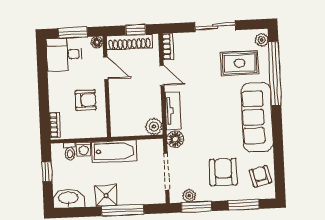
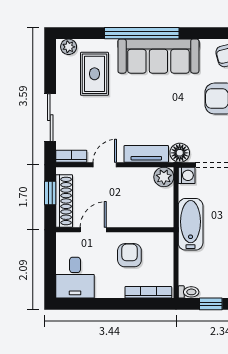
sliding door: (215, 26) -> (50, 118), moved
window: (73, 33) -> (50, 266), removed
floor lamp: (97, 42) -> (63, 239), removed
window: (275, 74) -> (142, 33), moved
bookcase: (55, 125) -> (148, 292), width x1.56
washing machine: (84, 149) -> (187, 175), moved
toilet: (70, 152) -> (189, 292), moved

